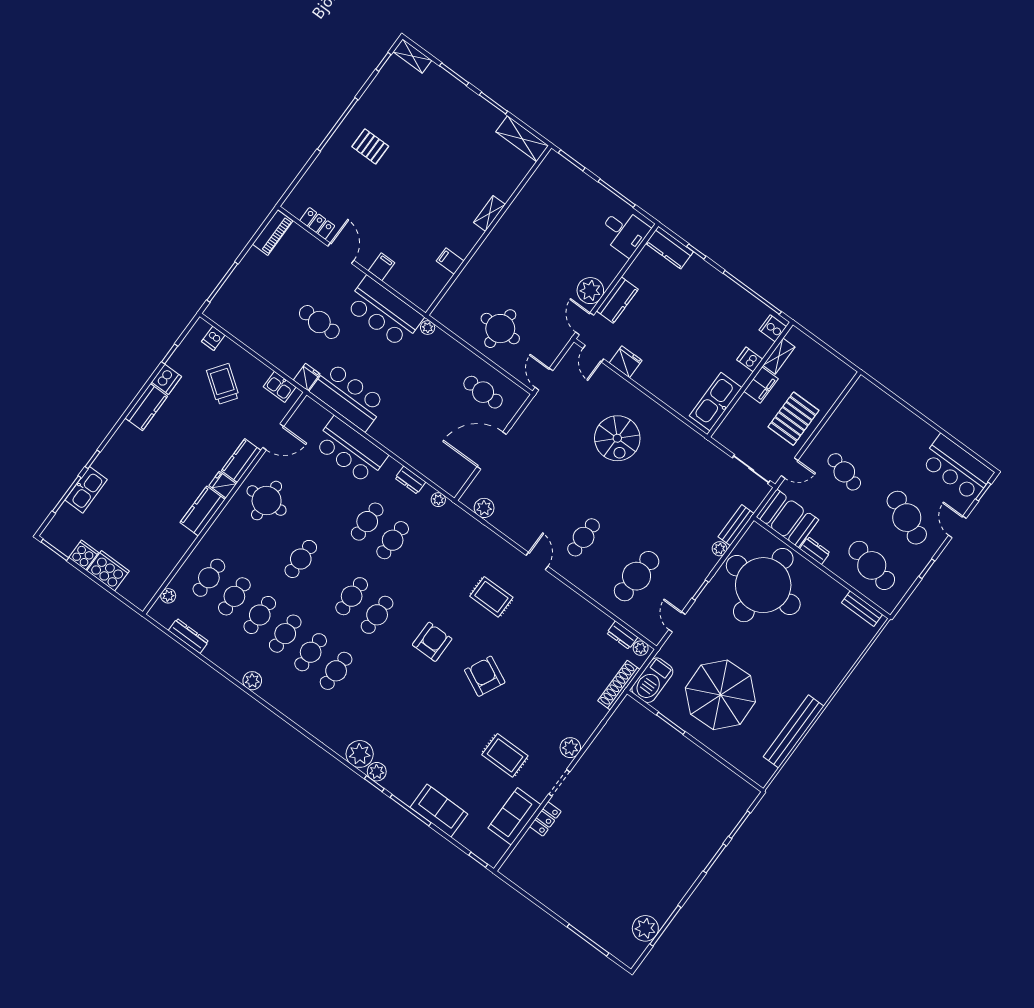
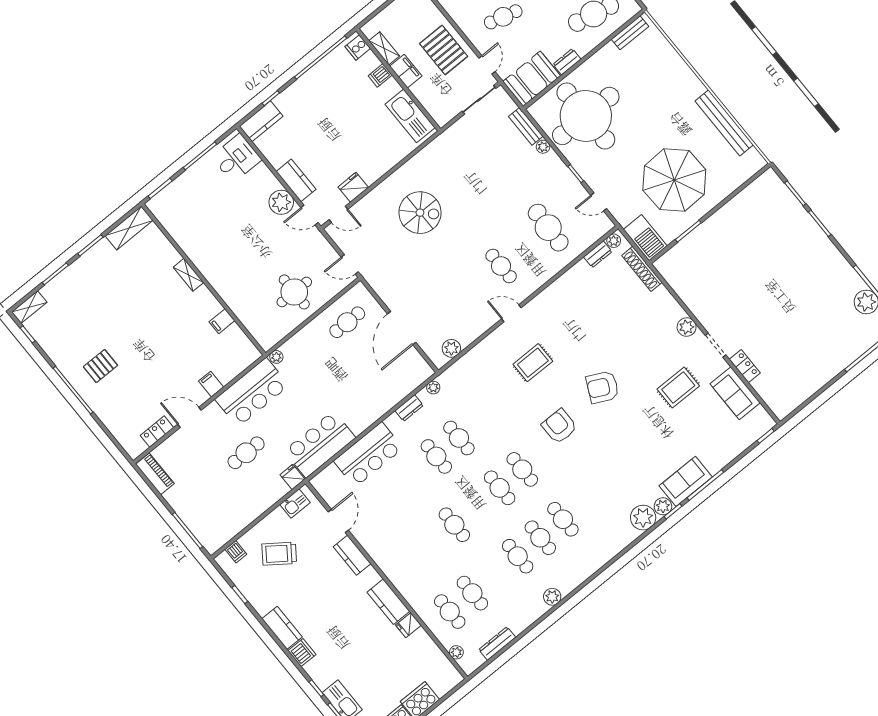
dishwasher: (166, 379) -> (302, 653), moved
fridge: (223, 485) -> (408, 625), moved
round table: (267, 501) -> (394, 542), removed
cafe table: (260, 615) -> (495, 575), removed
sofa: (439, 811) -> (686, 481), moved

